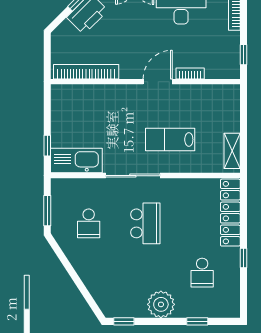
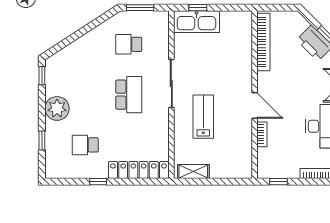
kitchen sink: (76, 161) -> (196, 22), moved, turned 90
school desk: (145, 223) -> (129, 95), turned -90

